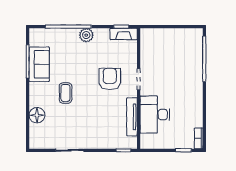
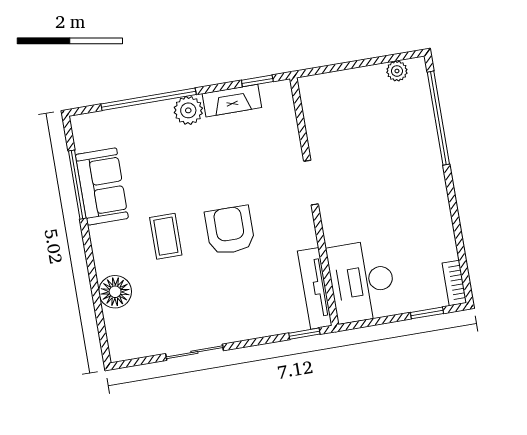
plant: (188, 33) -> (397, 71), added
fireplace: (124, 34) -> (232, 101), moved
armchair: (110, 79) -> (230, 230), moved
desk: (155, 115) -> (362, 281), moved
tv unit: (132, 117) -> (315, 288), moved

